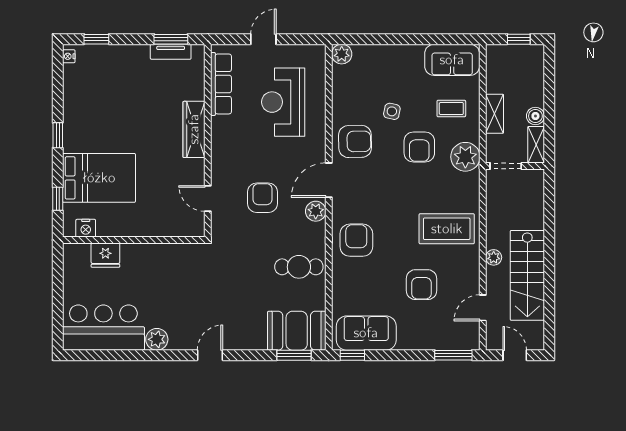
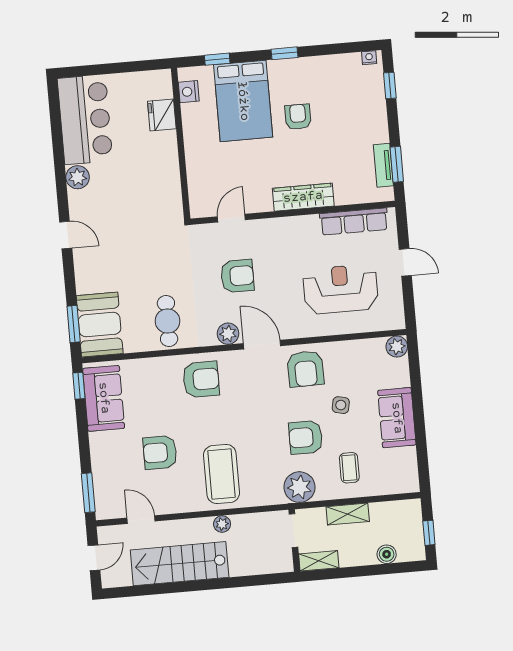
sofa: (452, 60) -> (397, 418), moved
boiler: (535, 116) -> (387, 554), moved
armchair: (118, 128) -> (298, 117), added
plant: (494, 257) -> (222, 524), moved

